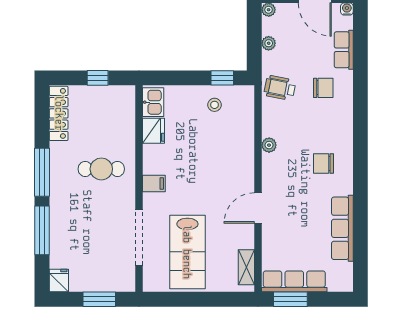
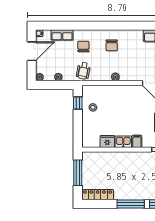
window: (98, 78) -> (78, 173), width x2.17
kitchen sink: (153, 102) -> (123, 142), moved
chair: (323, 163) -> (112, 45), moved
cafe table: (101, 169) -> (129, 171), removed

